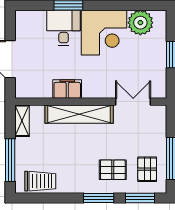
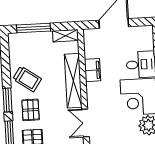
double door: (133, 102) -> (85, 123), swing flipped
trolley: (40, 181) -> (27, 79), moved, turned -55

